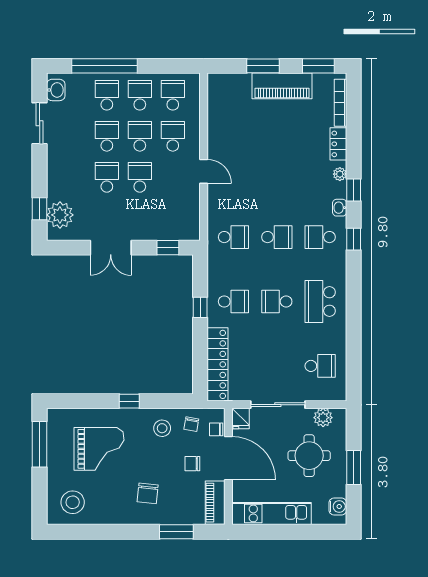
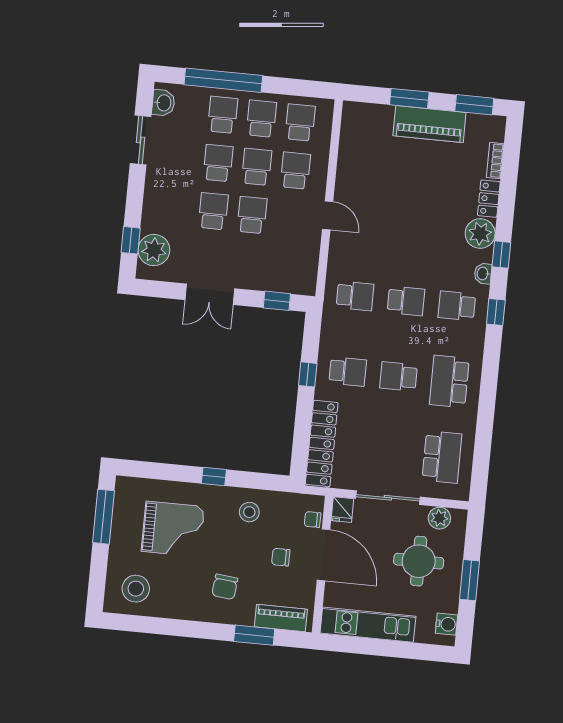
bookcase: (340, 103) -> (495, 161), width x0.64
plant: (340, 174) -> (480, 234), width x1.87, depth x1.87
school desk: (320, 366) -> (442, 457), width x1.85
chair: (191, 424) -> (284, 511), removed
piano: (215, 503) -> (281, 618), moved, turned 90

